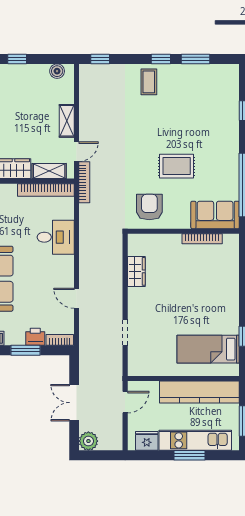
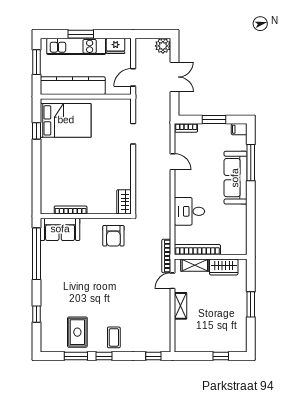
boiler: (57, 71) -> (188, 346), removed
rug: (177, 166) -> (77, 332), moved, turned 90
wardrobe: (136, 271) -> (124, 202), moved
printer: (35, 337) -> (206, 130), removed
bed: (208, 349) -> (66, 120), width x1.50

